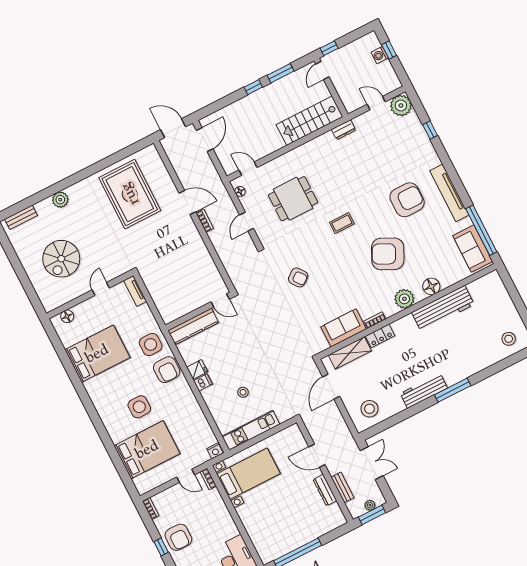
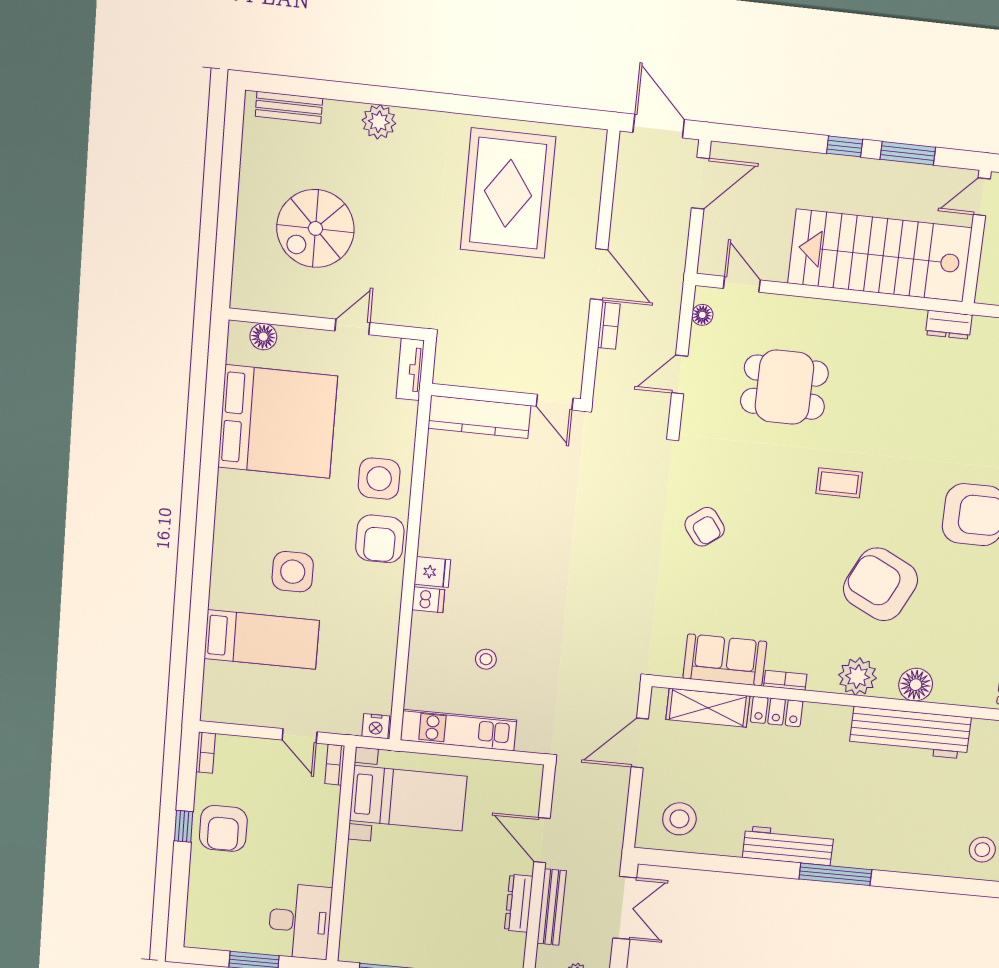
stairs: (309, 121) -> (880, 255), width x1.36, depth x1.51
door: (220, 300) -> (555, 402), moved
wall: (199, 311) -> (506, 397), moved
kitchen counter: (193, 326) -> (479, 417), moved
bed: (97, 354) -> (278, 422), width x1.36
bed: (147, 450) -> (262, 639), width x0.67
bench: (343, 487) -> (552, 907), width x1.36

